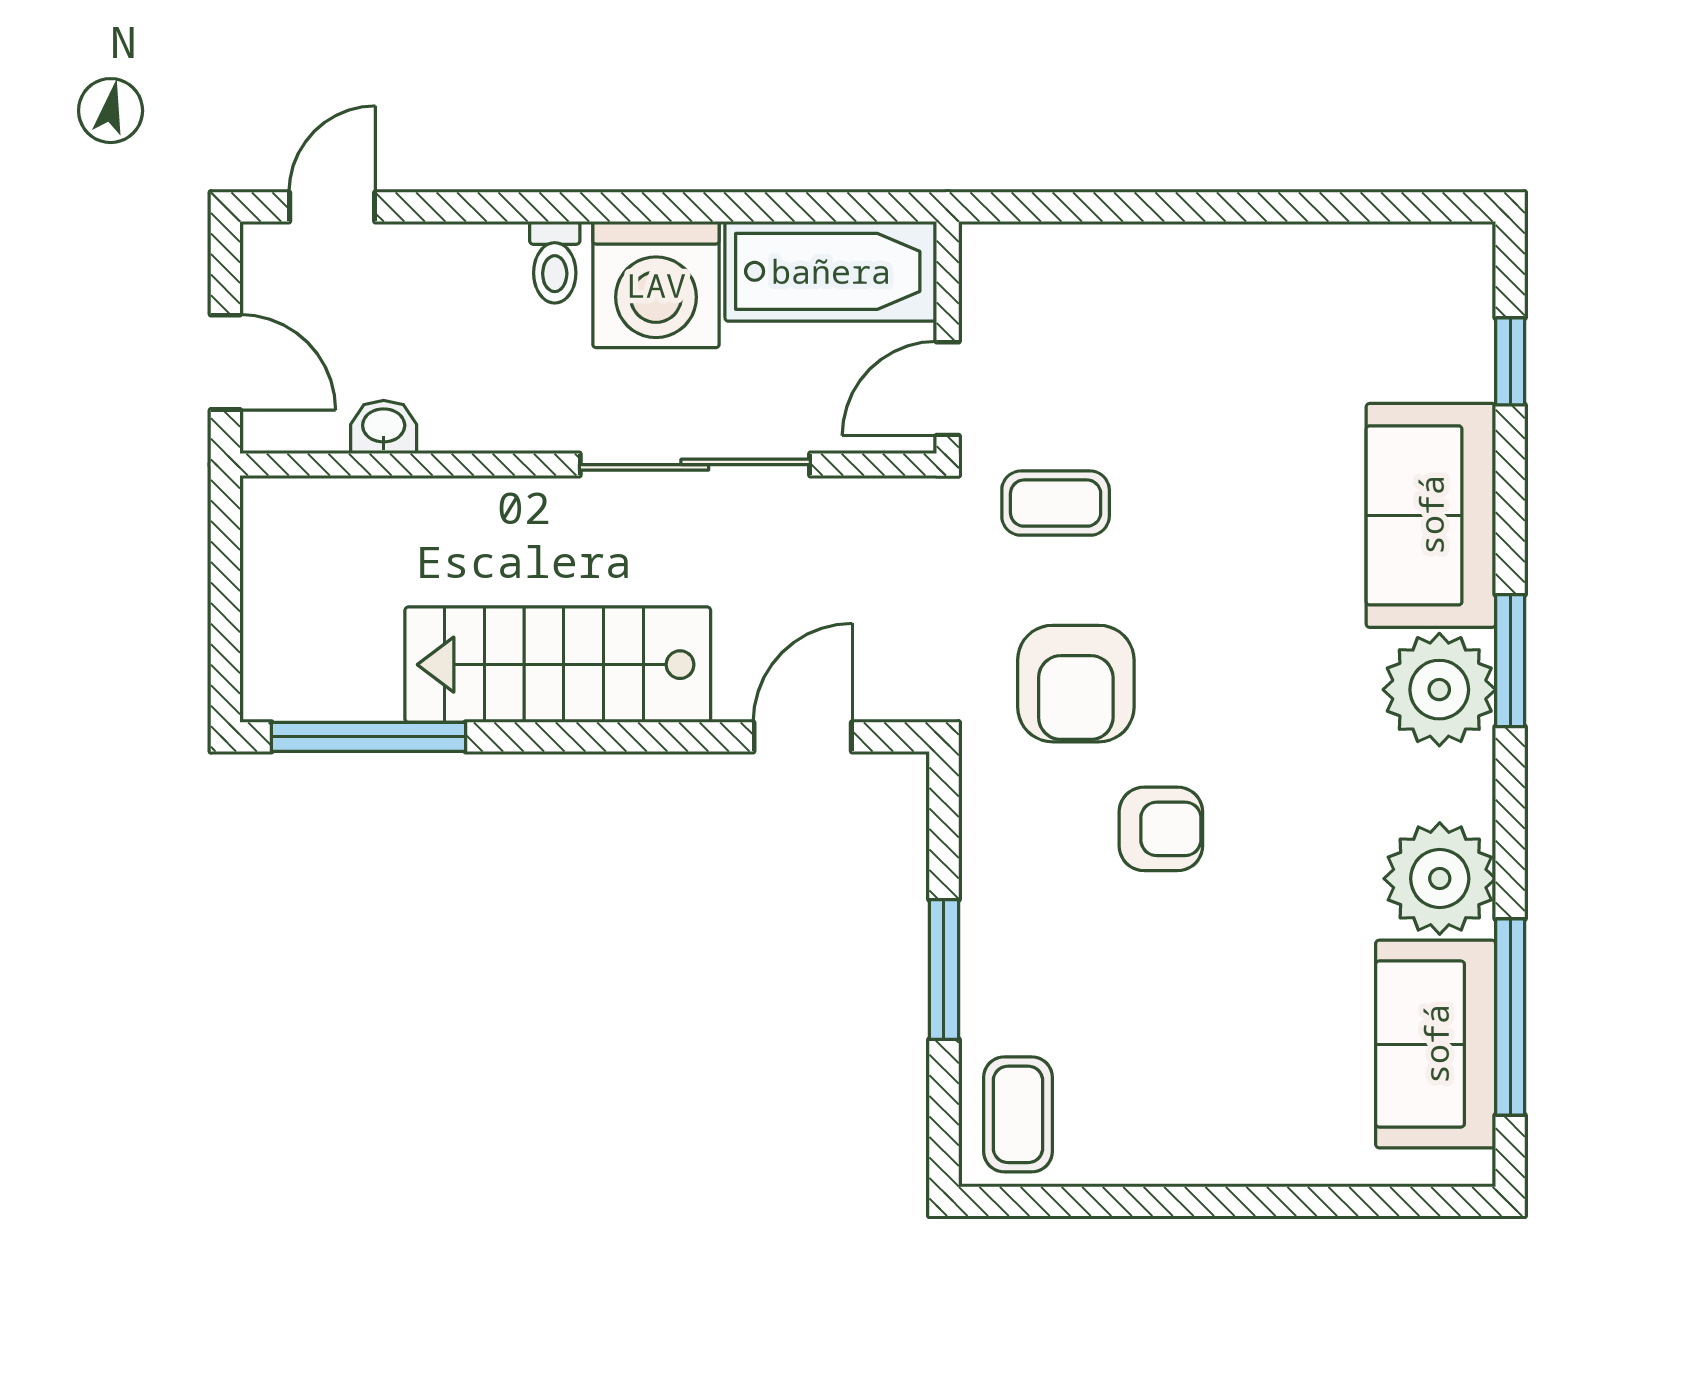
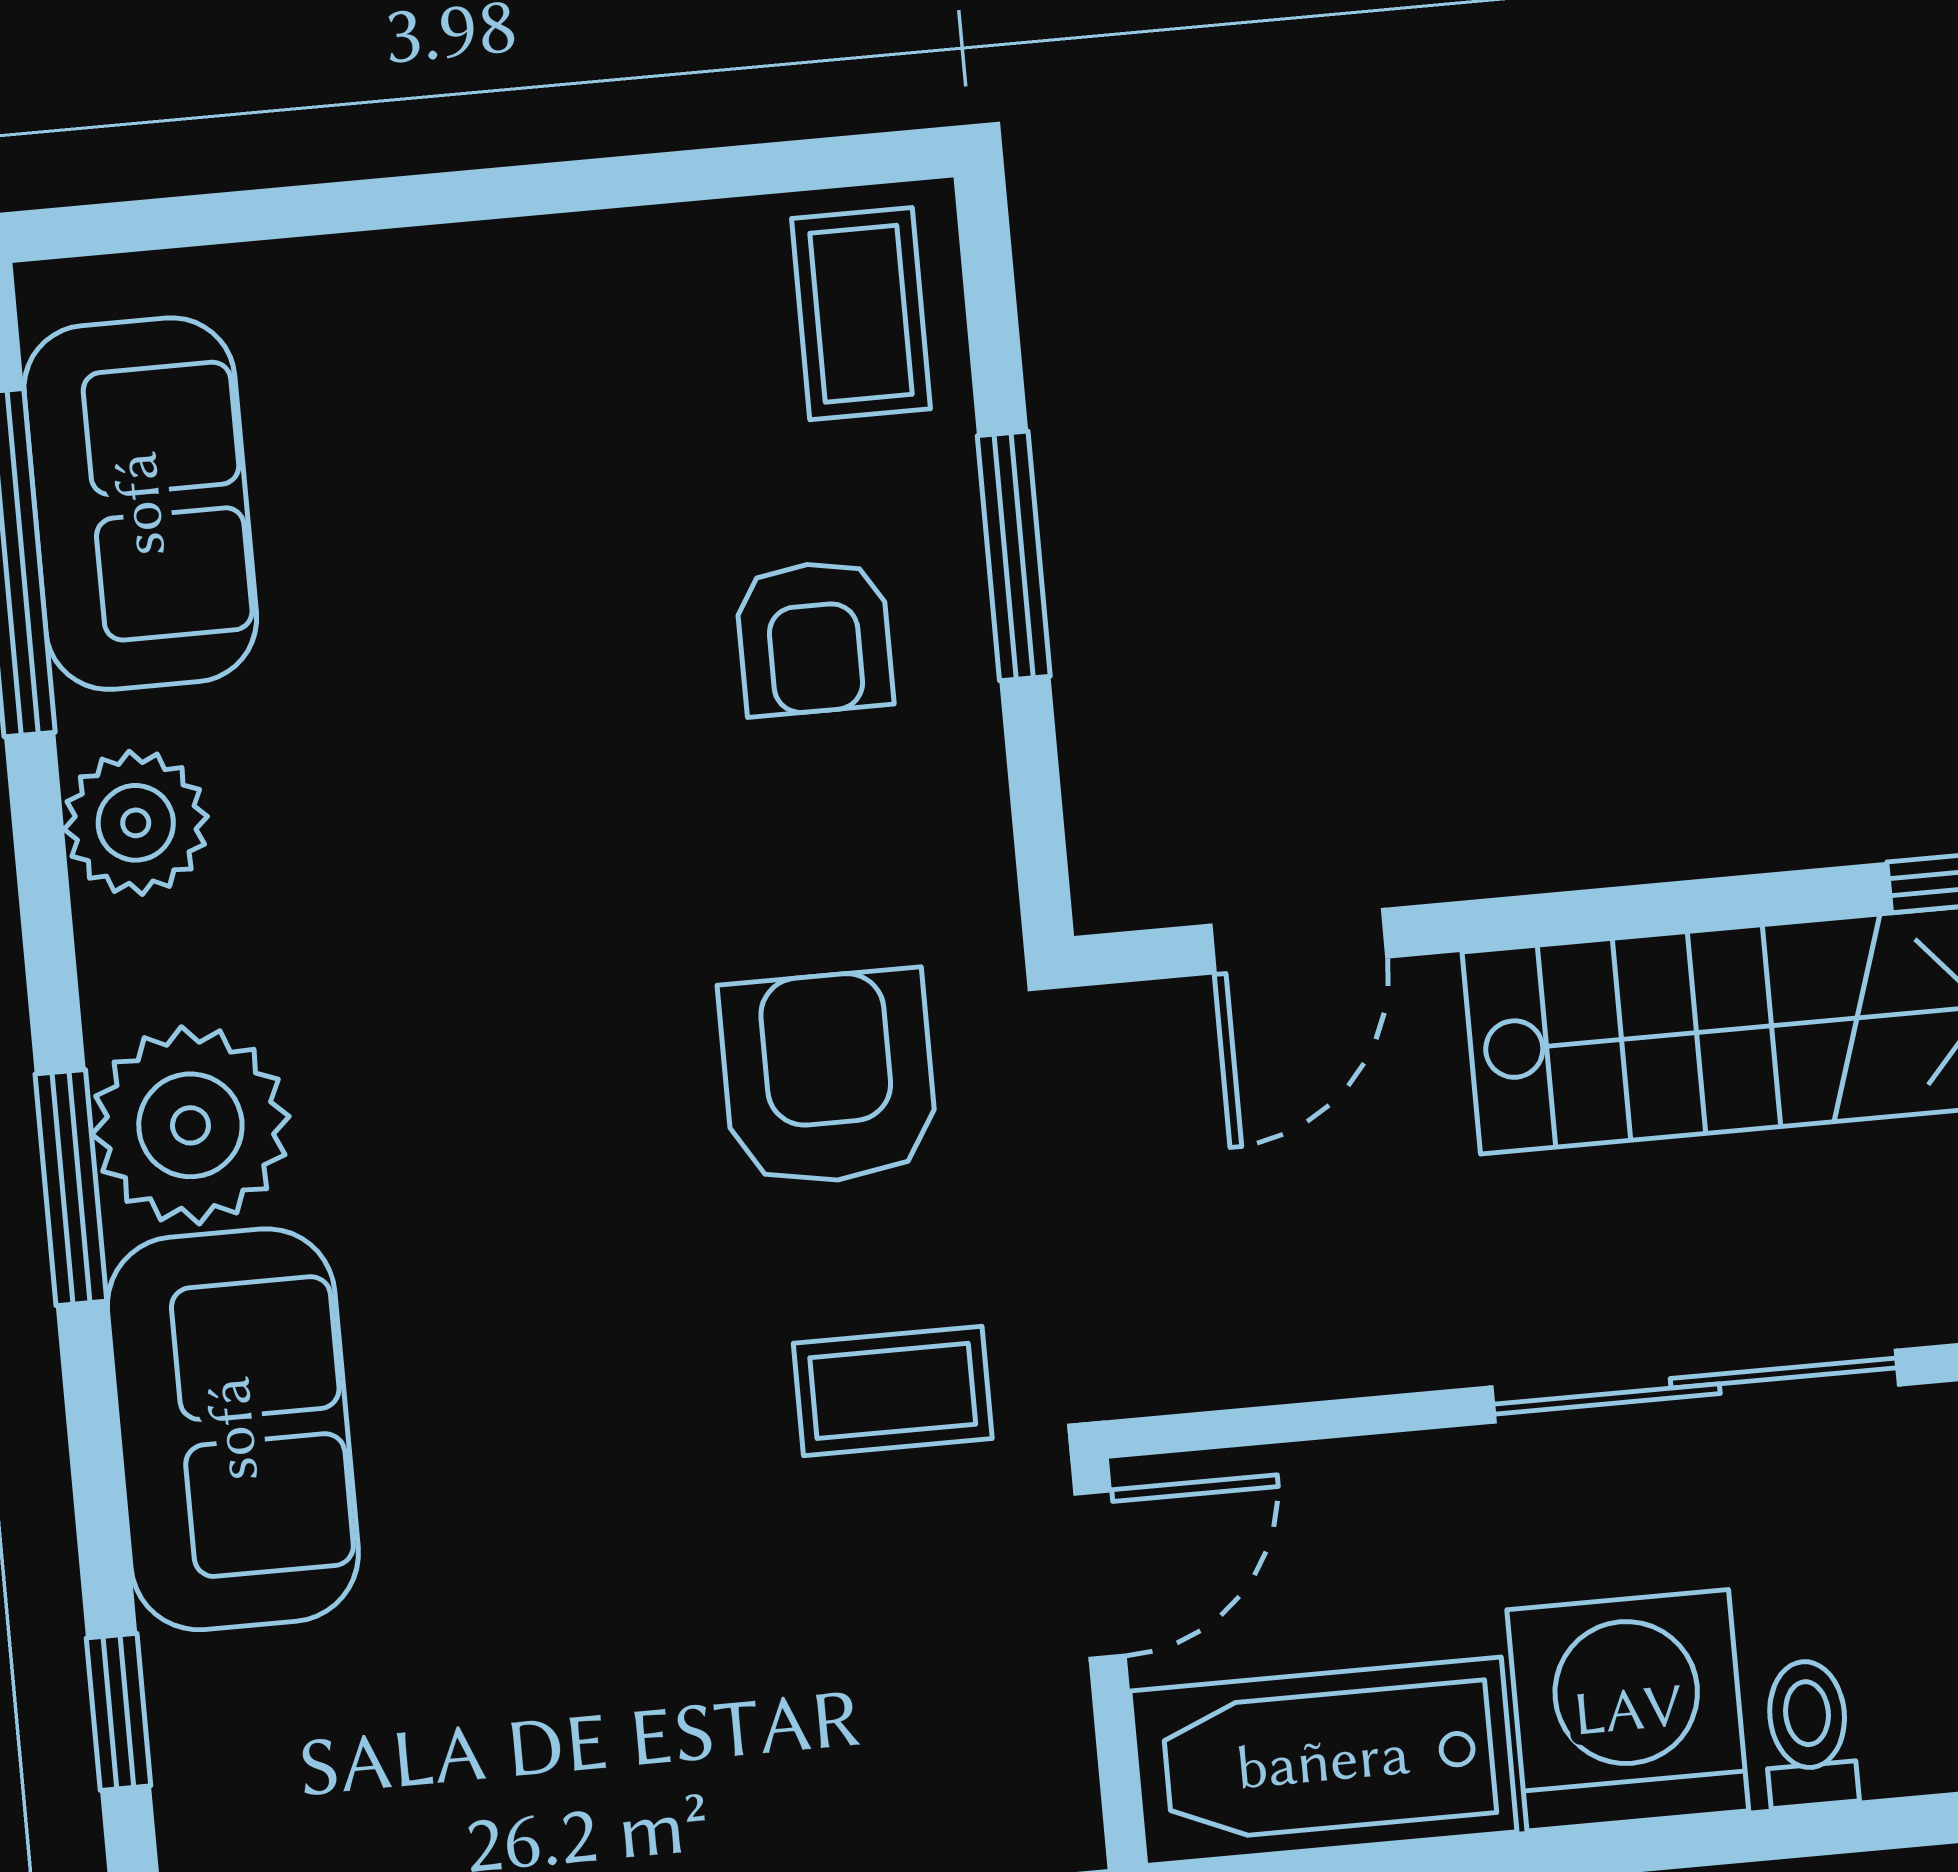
sliding door: (695, 465) -> (1695, 1386), moved
armchair: (1161, 829) -> (814, 638), moved, turned -90
plant: (1440, 879) -> (136, 823), width x0.73, depth x0.73

